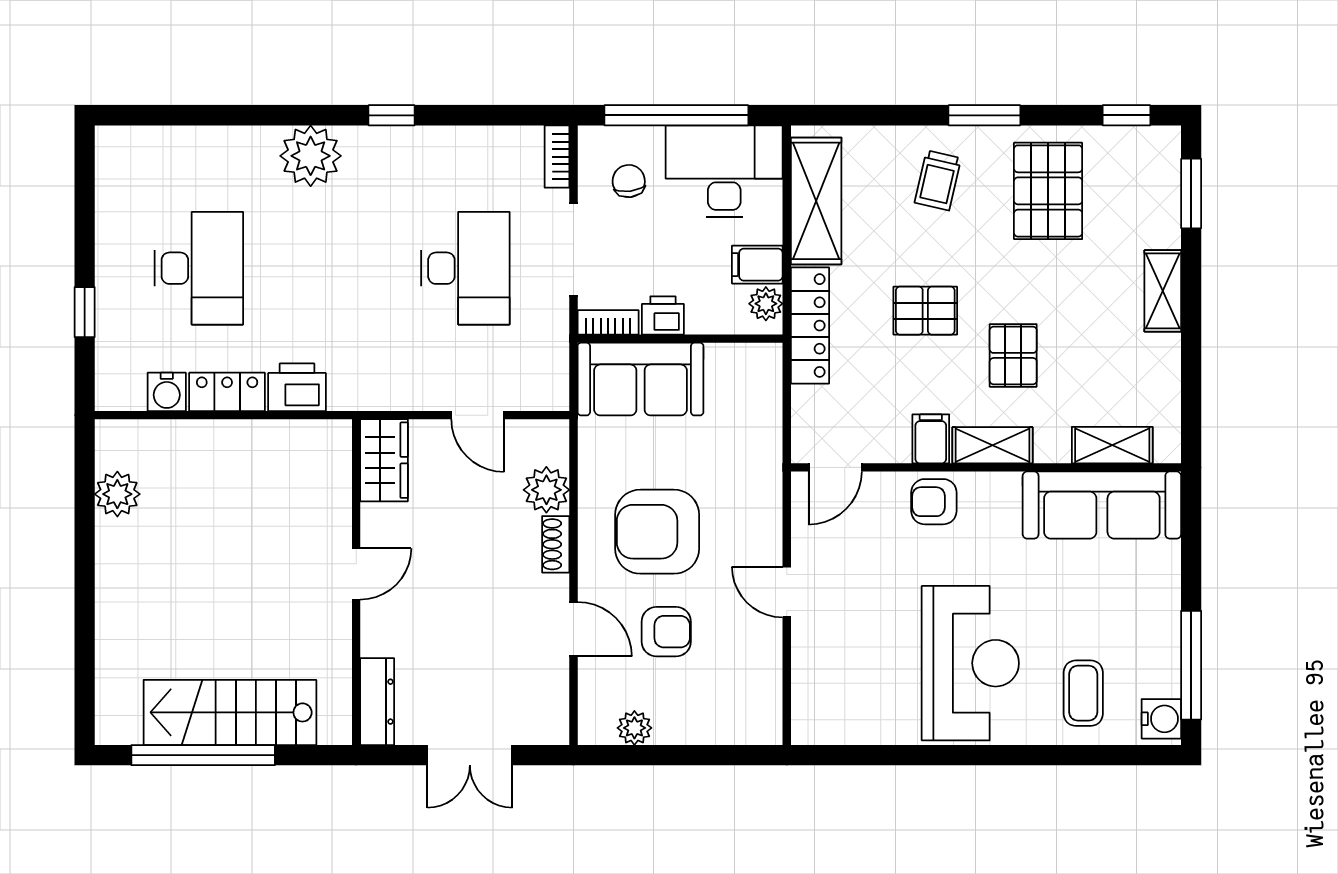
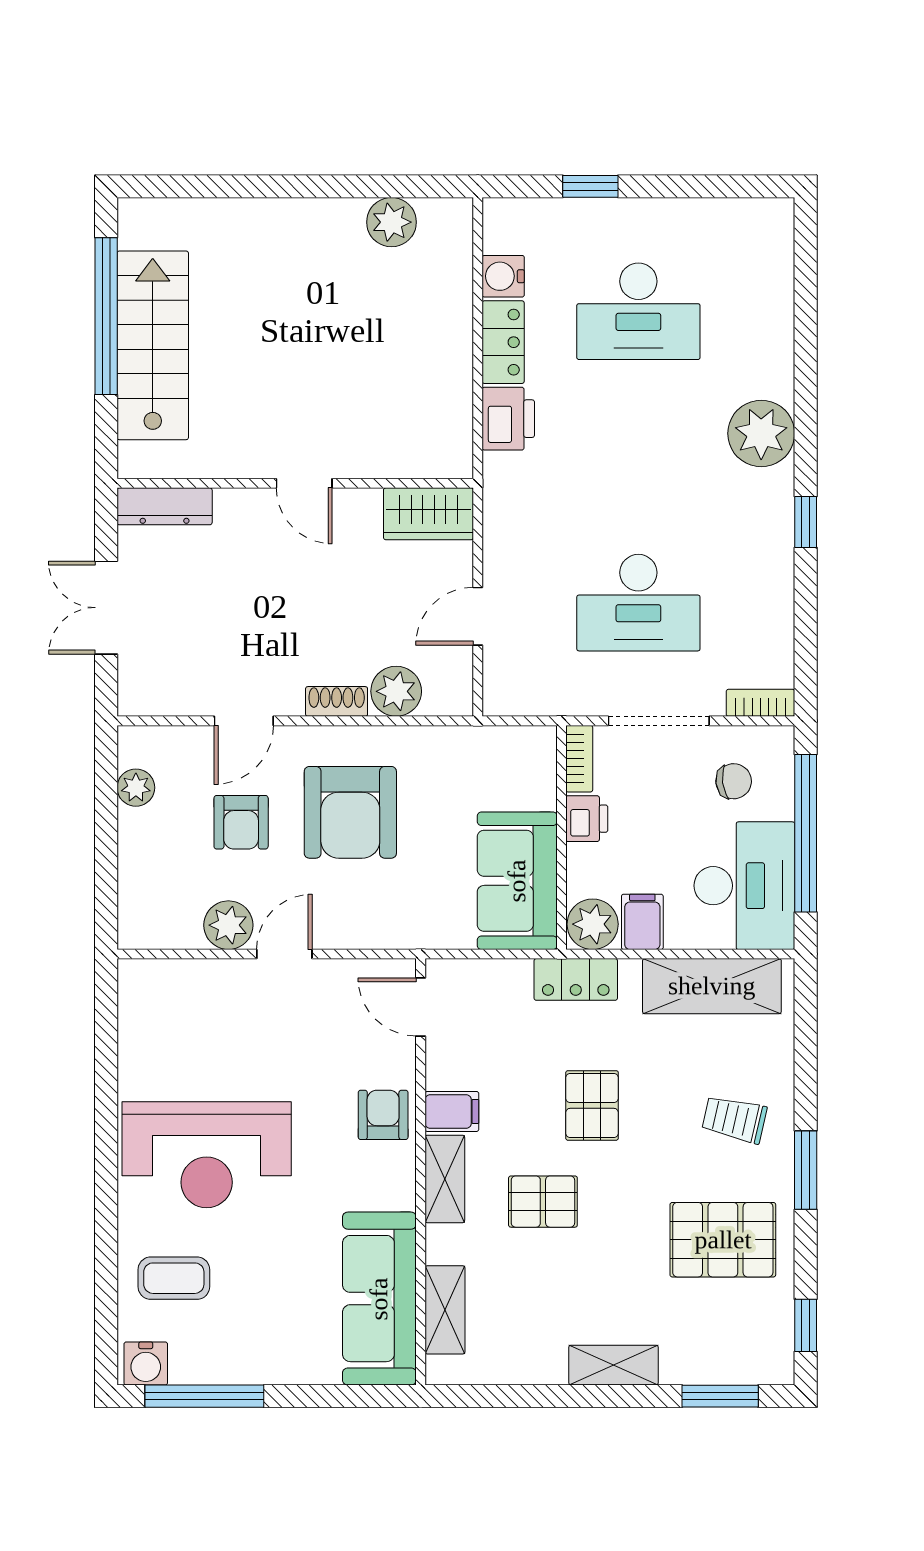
plant: (766, 304) -> (593, 924), width x1.38, depth x1.38
locker: (810, 326) -> (576, 979), width x0.66
sofa: (640, 379) -> (517, 881), moved
armchair: (657, 532) -> (350, 812), turned 180
plant: (760, 643) -> (228, 925), added

